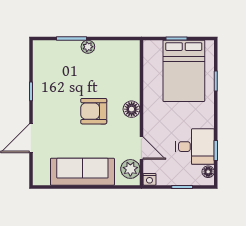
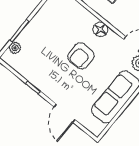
plant: (88, 47) -> (15, 48), moved

